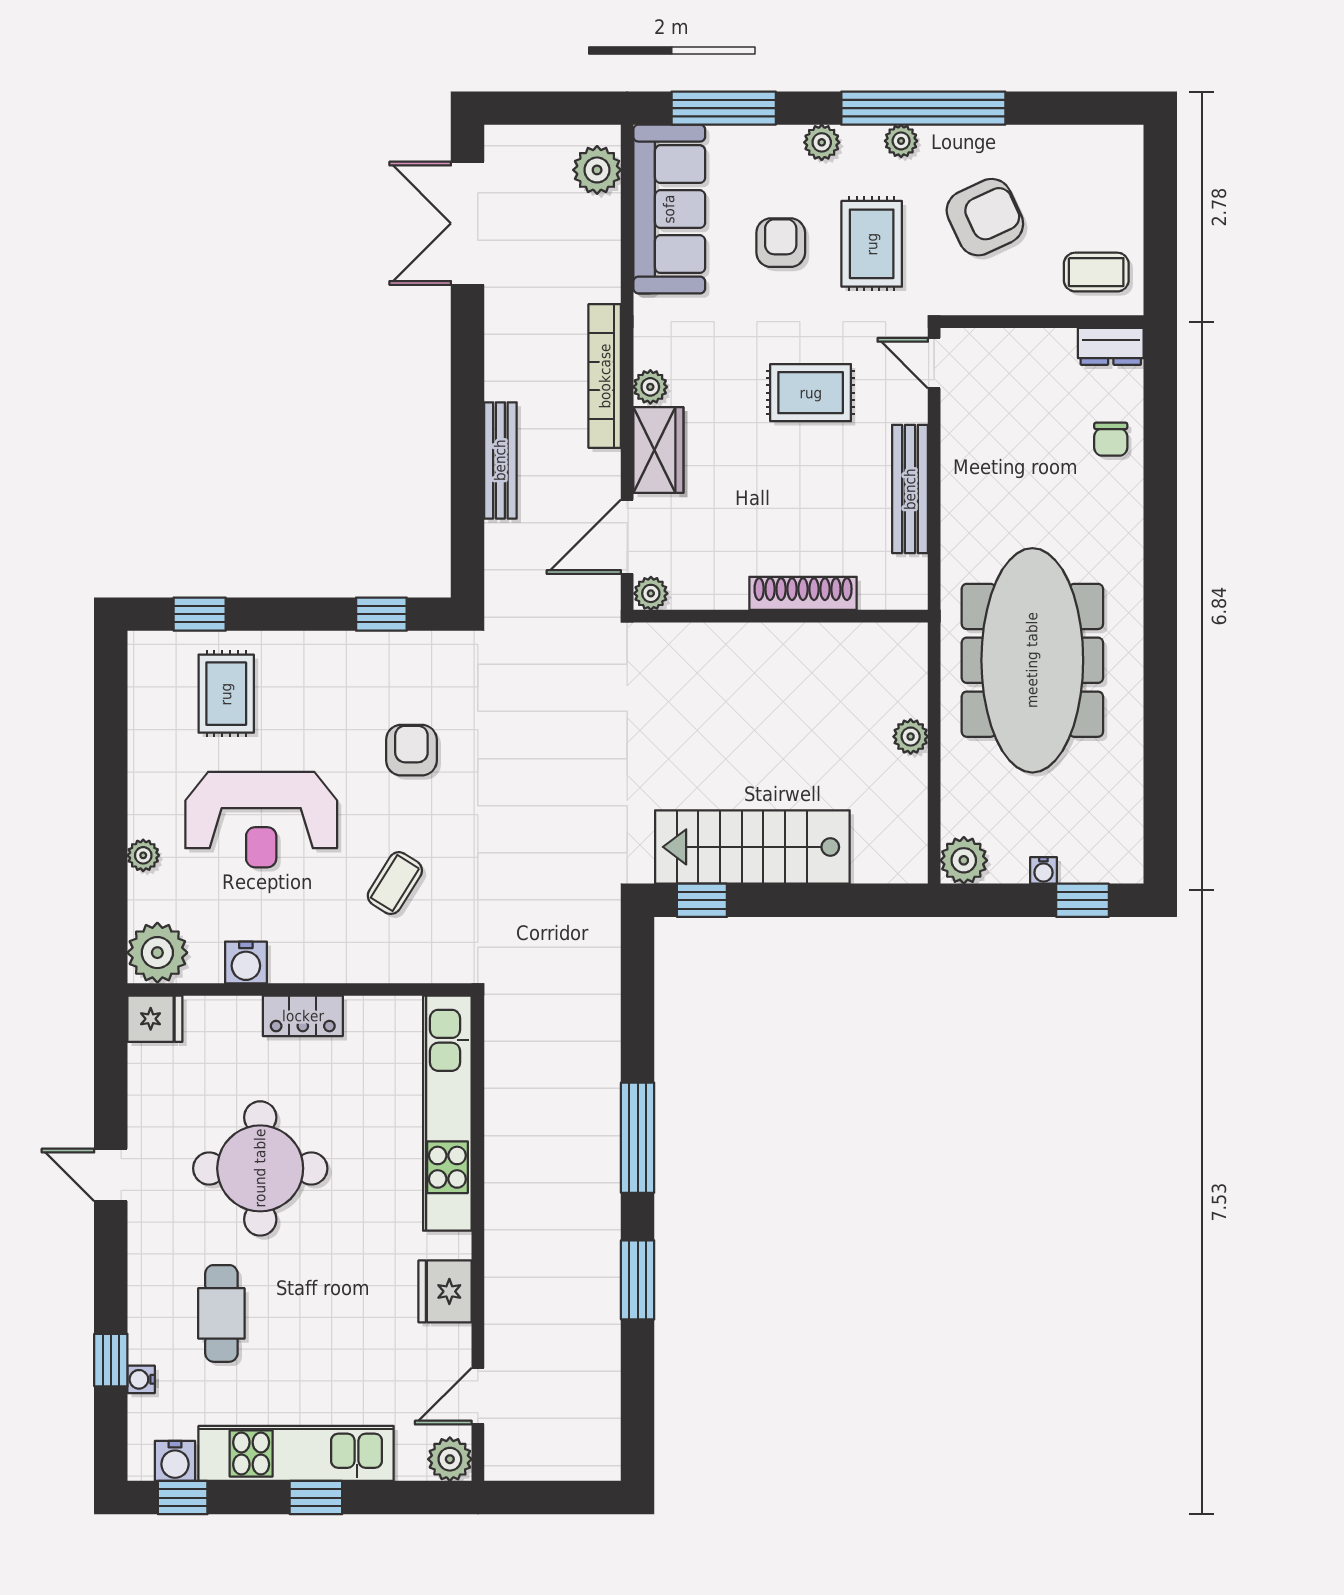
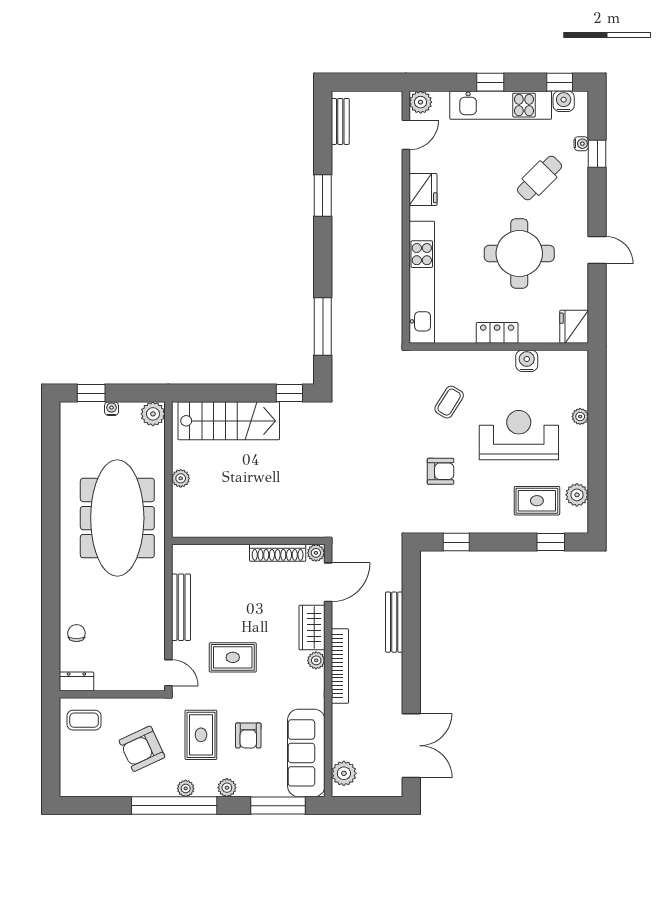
shoe rack: (803, 593) -> (278, 553), moved
rug: (226, 694) -> (537, 501), turned 90
armchair: (411, 750) -> (441, 471), turned -90
stairs: (752, 847) -> (229, 421), moved
plant: (157, 953) -> (577, 495), moved, width x0.73, depth x0.73
fridge: (155, 1019) -> (574, 327), width x1.38
window: (638, 1138) -> (323, 327), moved
cafe table: (221, 1313) -> (539, 178), turned 45
bench: (604, 1422) -> (340, 121), added

